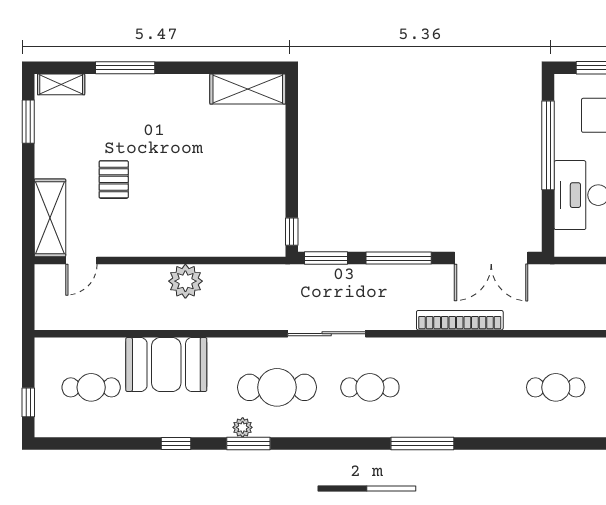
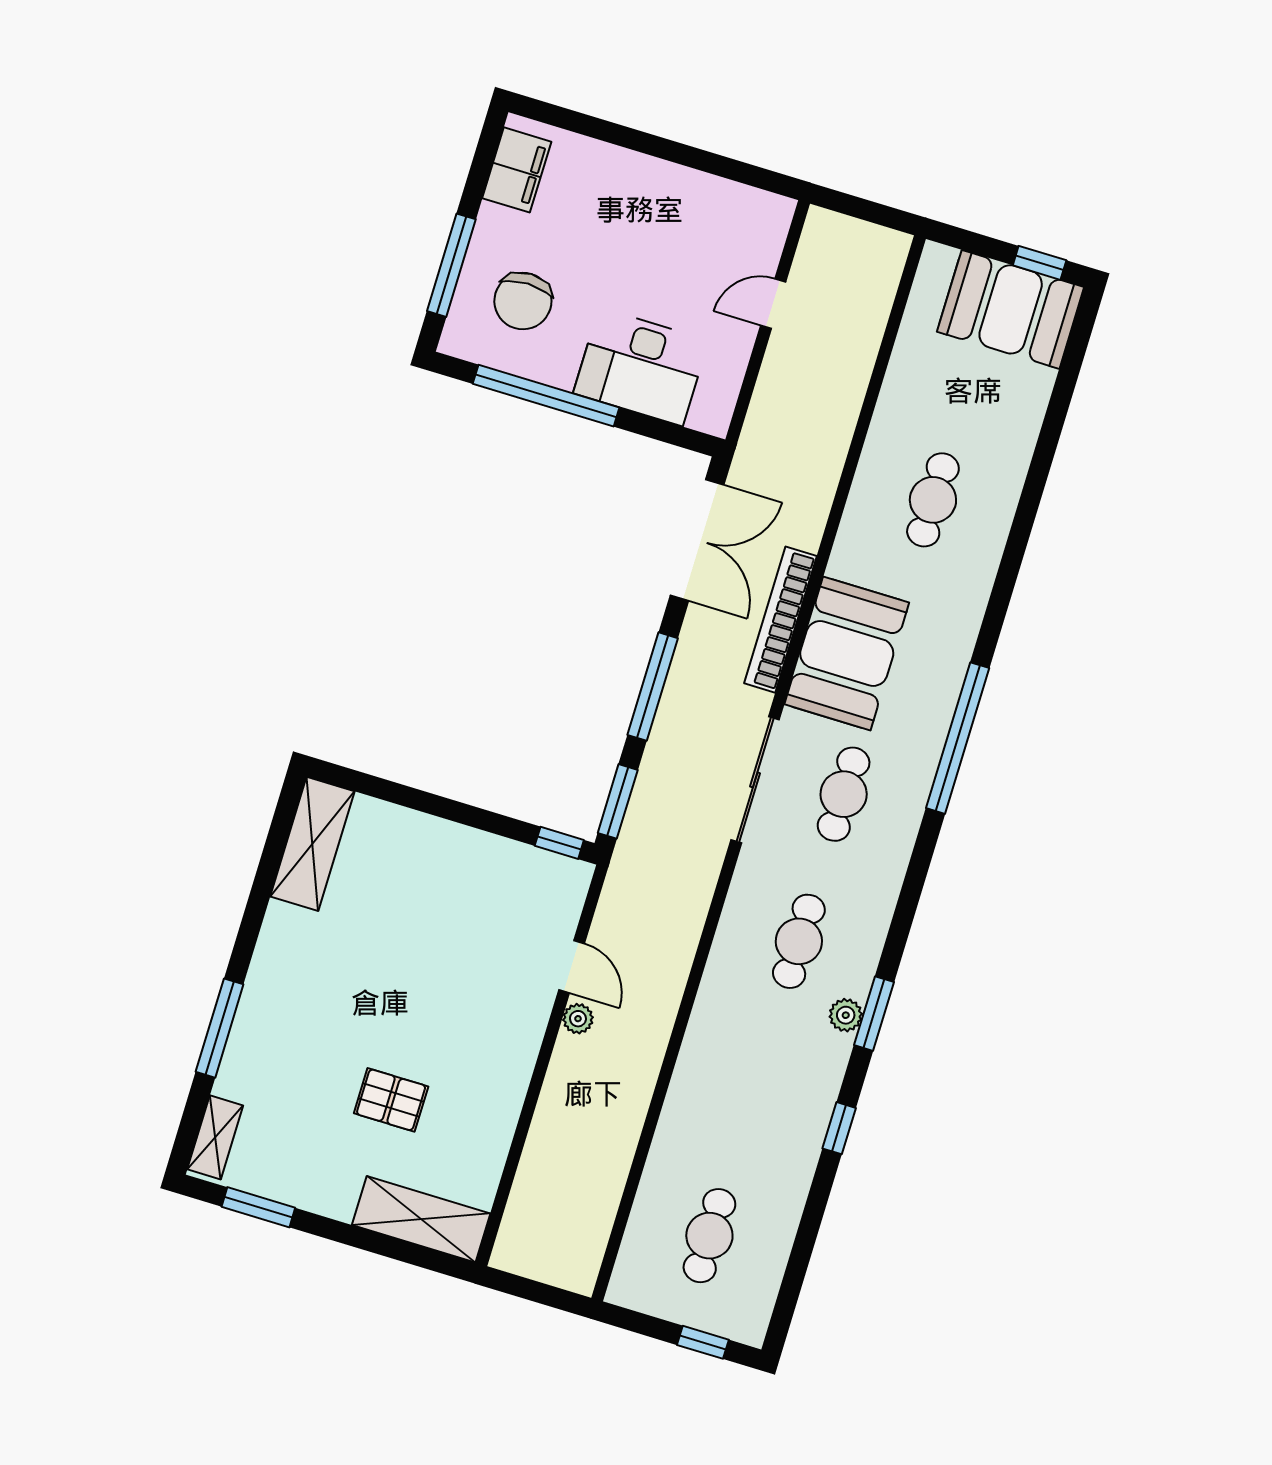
door: (81, 260) -> (572, 967), moved
plant: (185, 281) -> (578, 1019), width x0.53, depth x0.53
sliding door: (327, 334) -> (755, 780), moved
booth: (166, 365) -> (847, 653), moved
cafe table: (277, 387) -> (799, 941), width x0.73, depth x0.74
window: (422, 444) -> (958, 738), width x1.46

